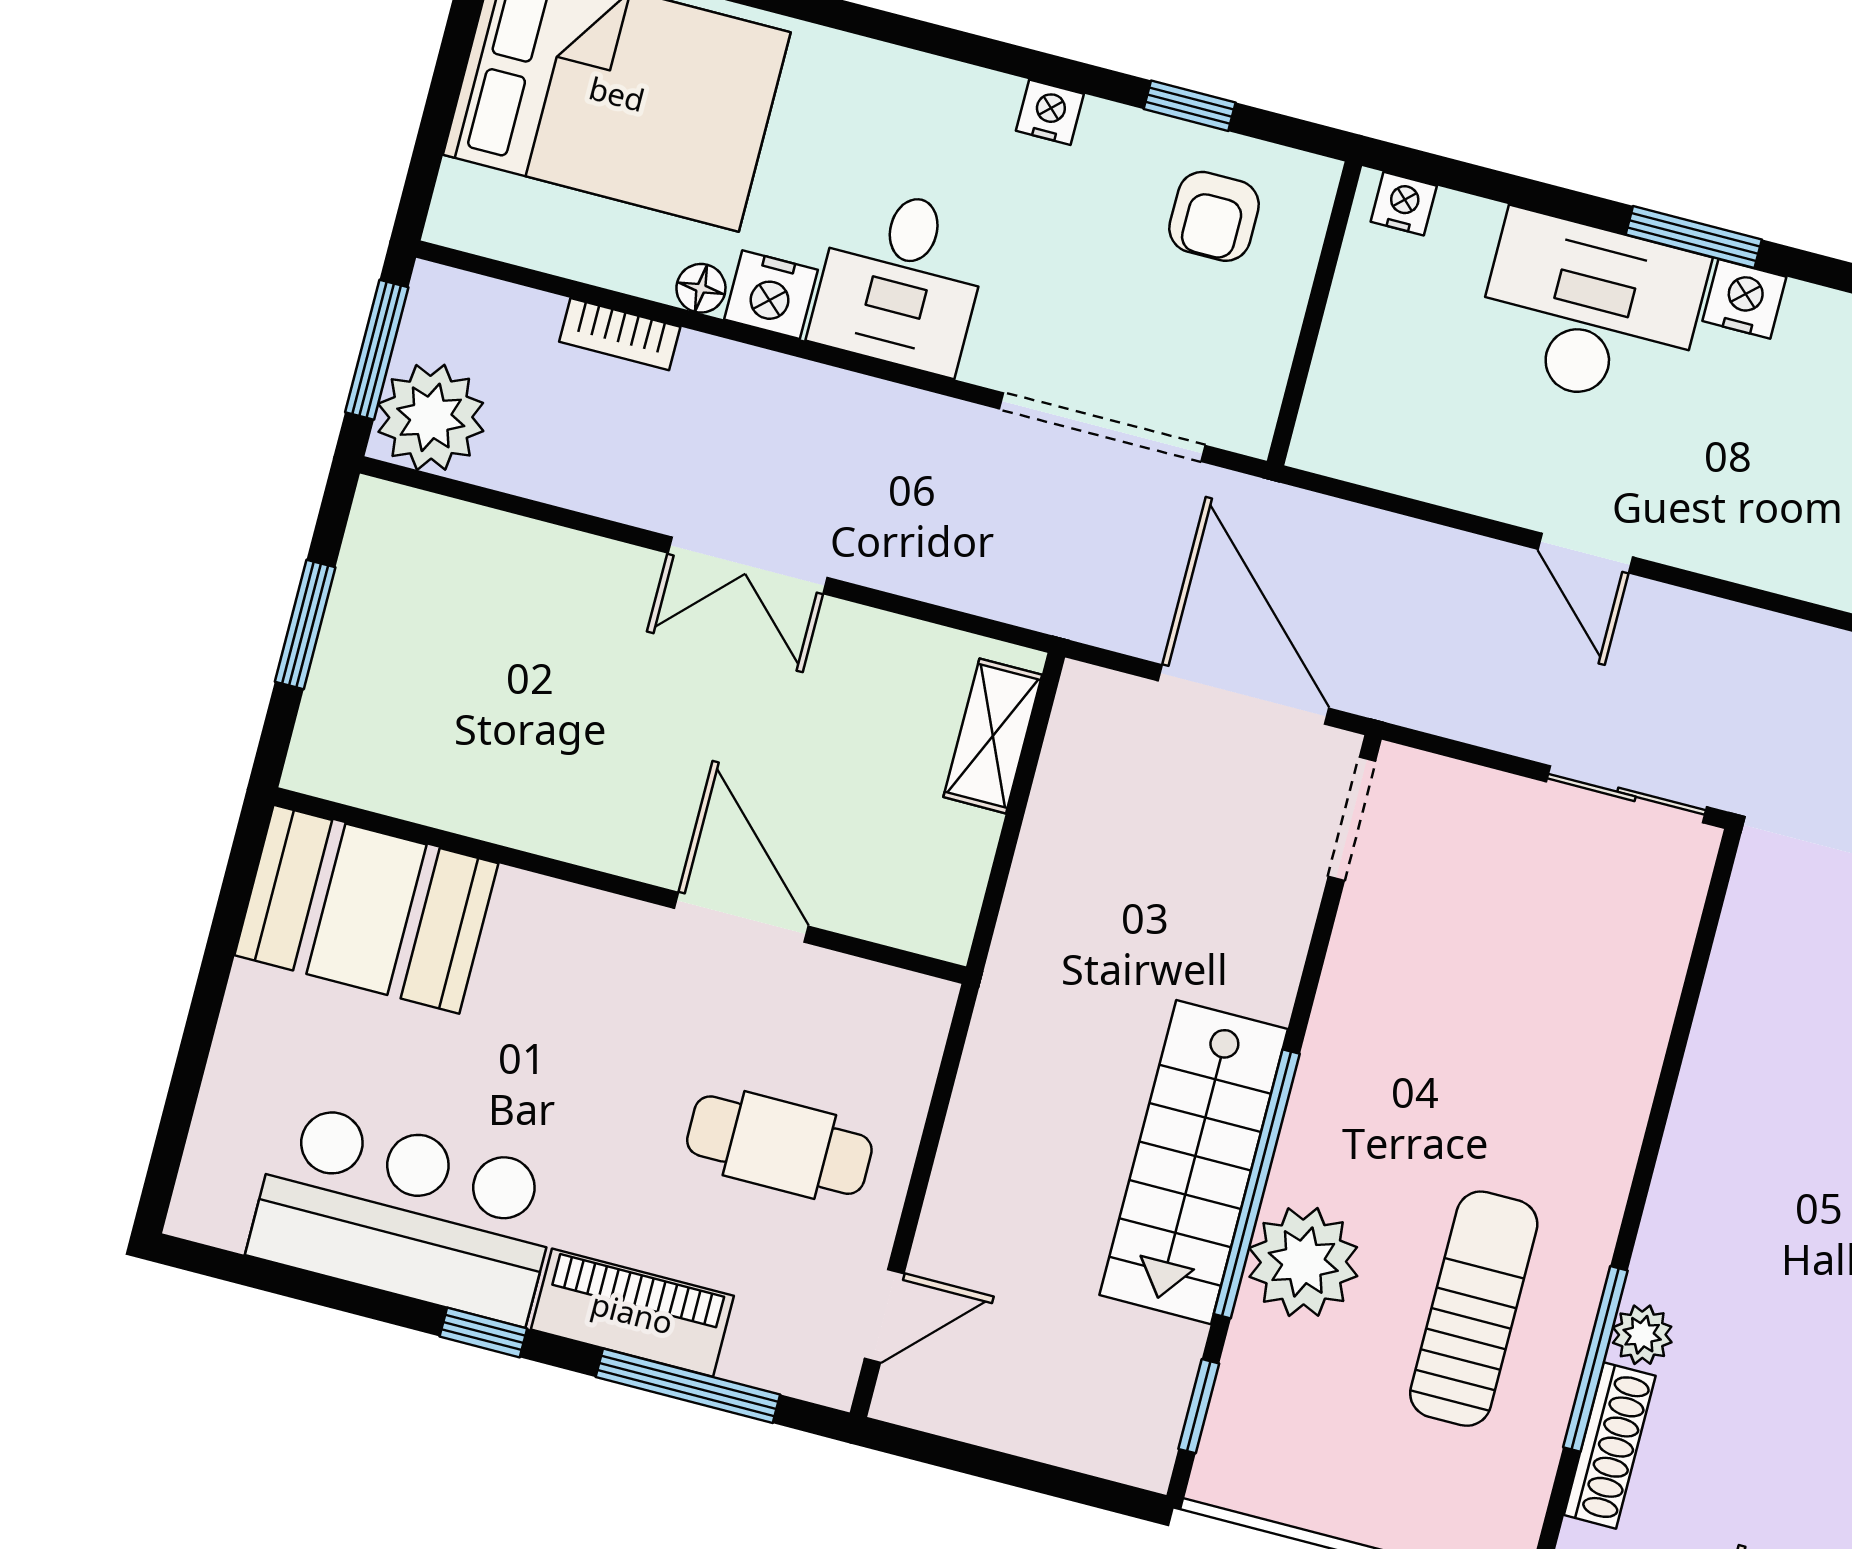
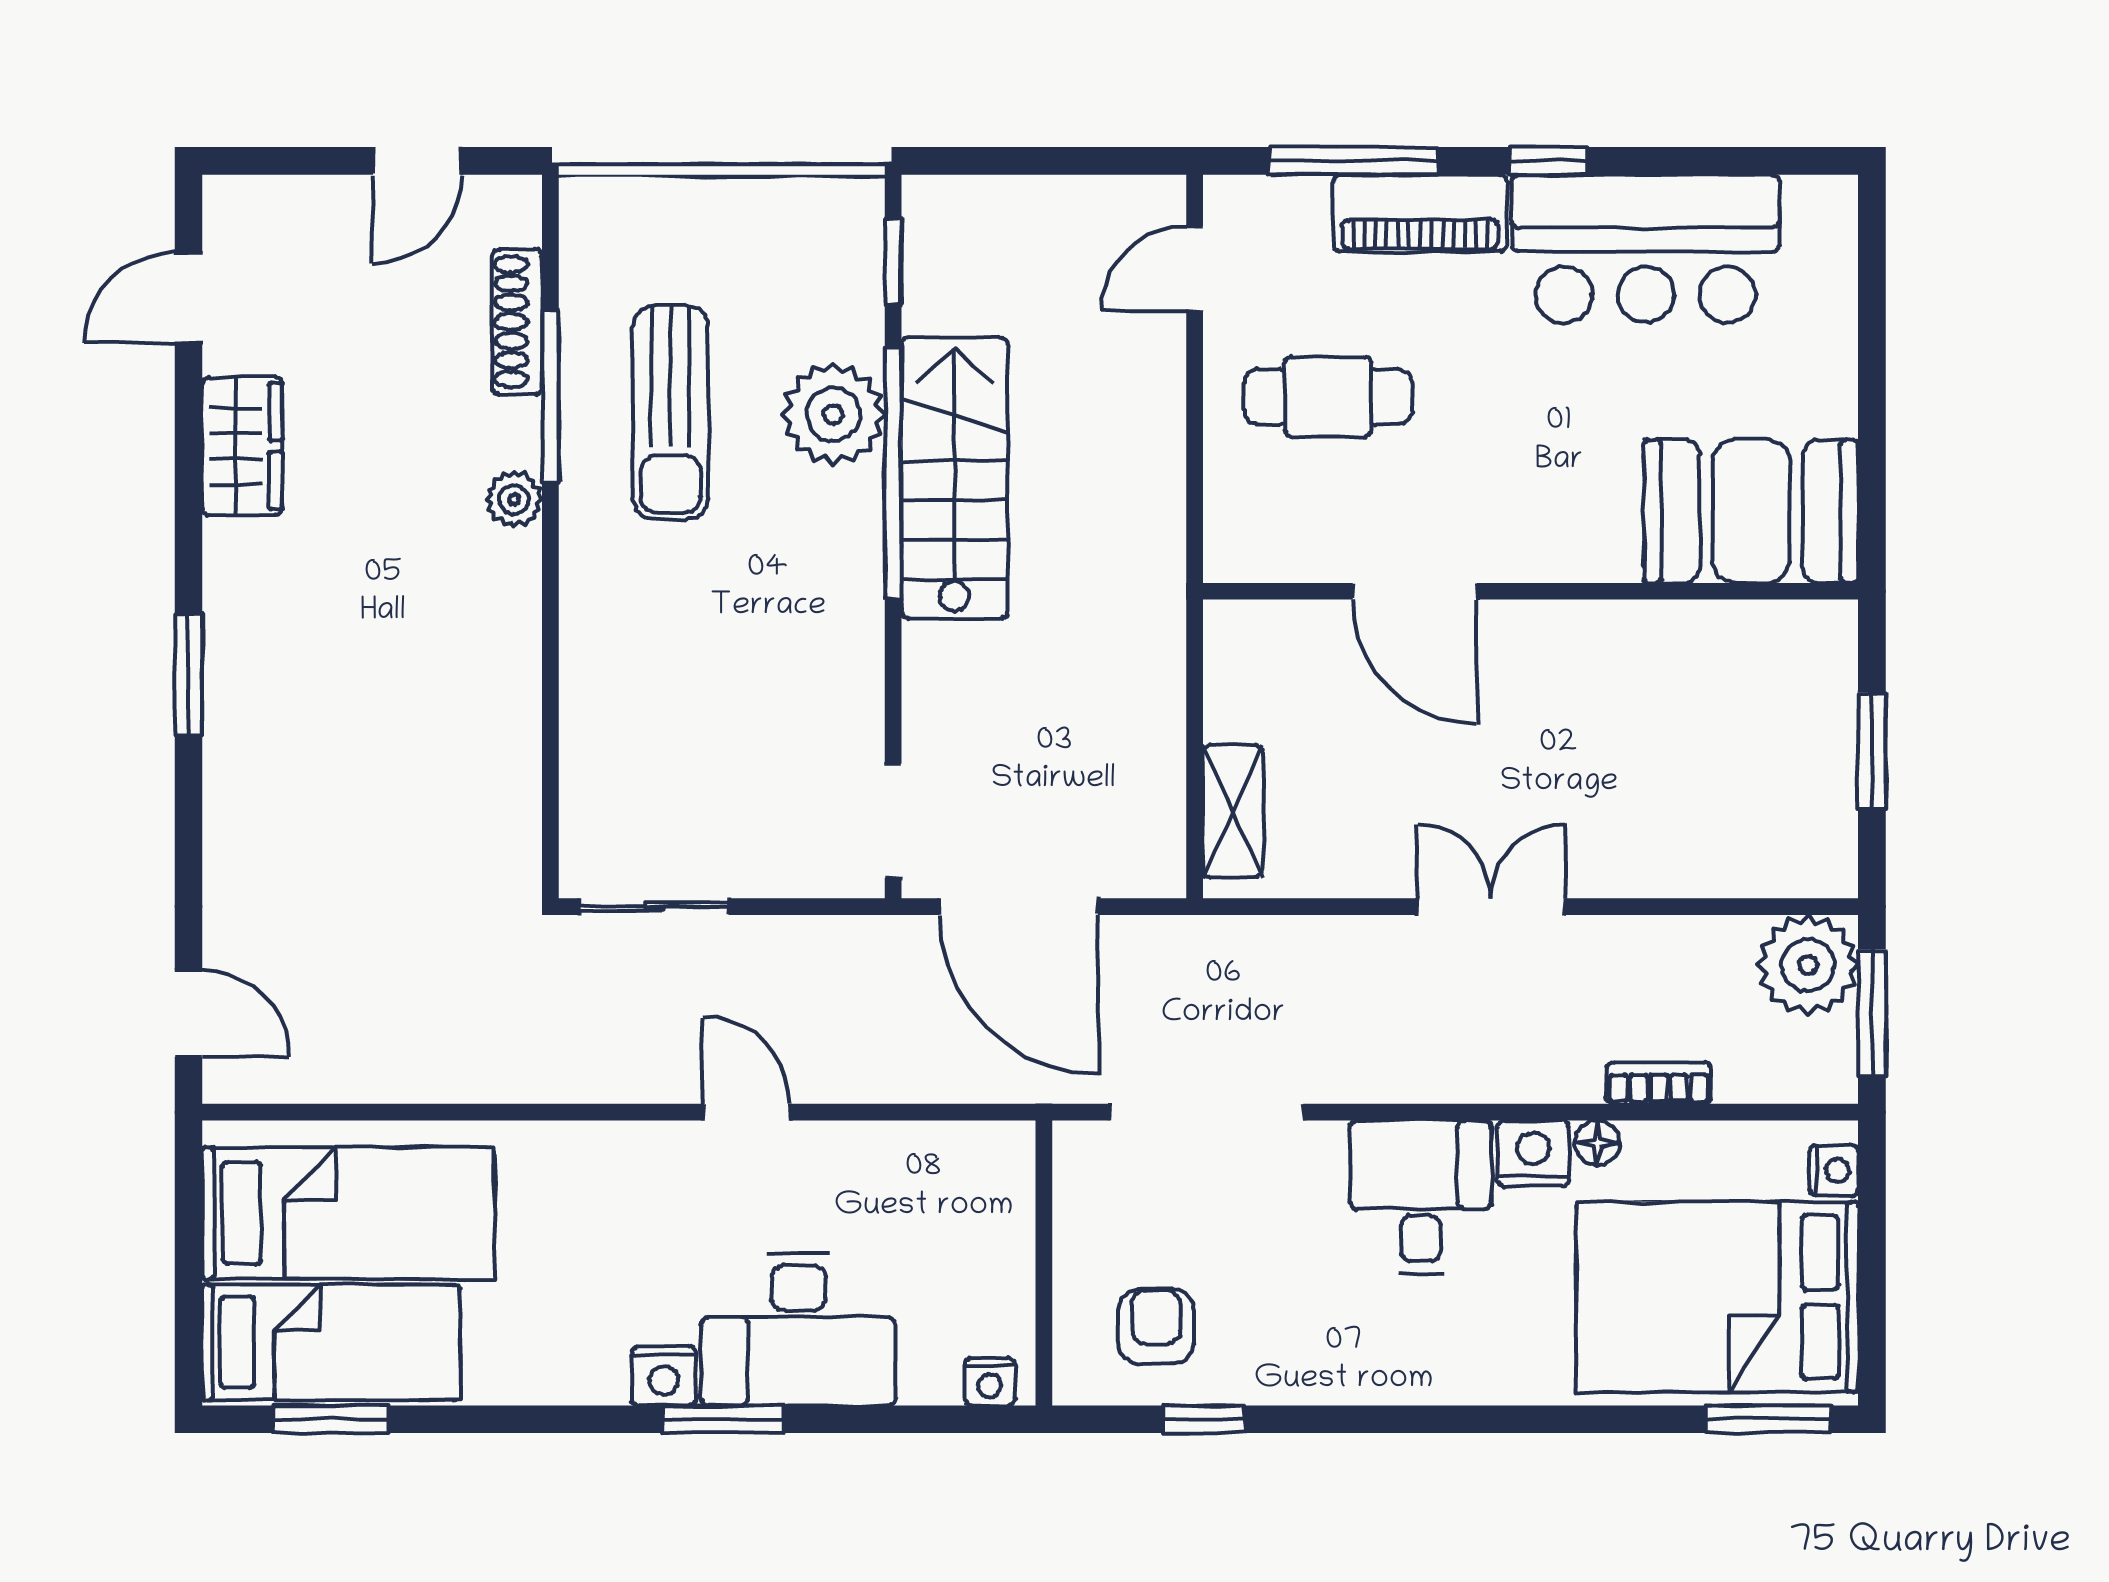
nightstand: (1050, 112) -> (1834, 1171), moved, turned -90
plant: (1642, 1335) -> (514, 499), moved

